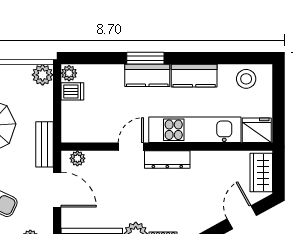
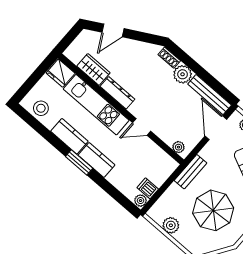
window: (145, 58) -> (79, 162), moved
plant: (43, 75) -> (171, 225), moved
dresser: (167, 160) -> (117, 93), moved
wardrobe: (261, 173) -> (93, 70), moved, turned -90
door: (57, 190) -> (216, 128), moved

